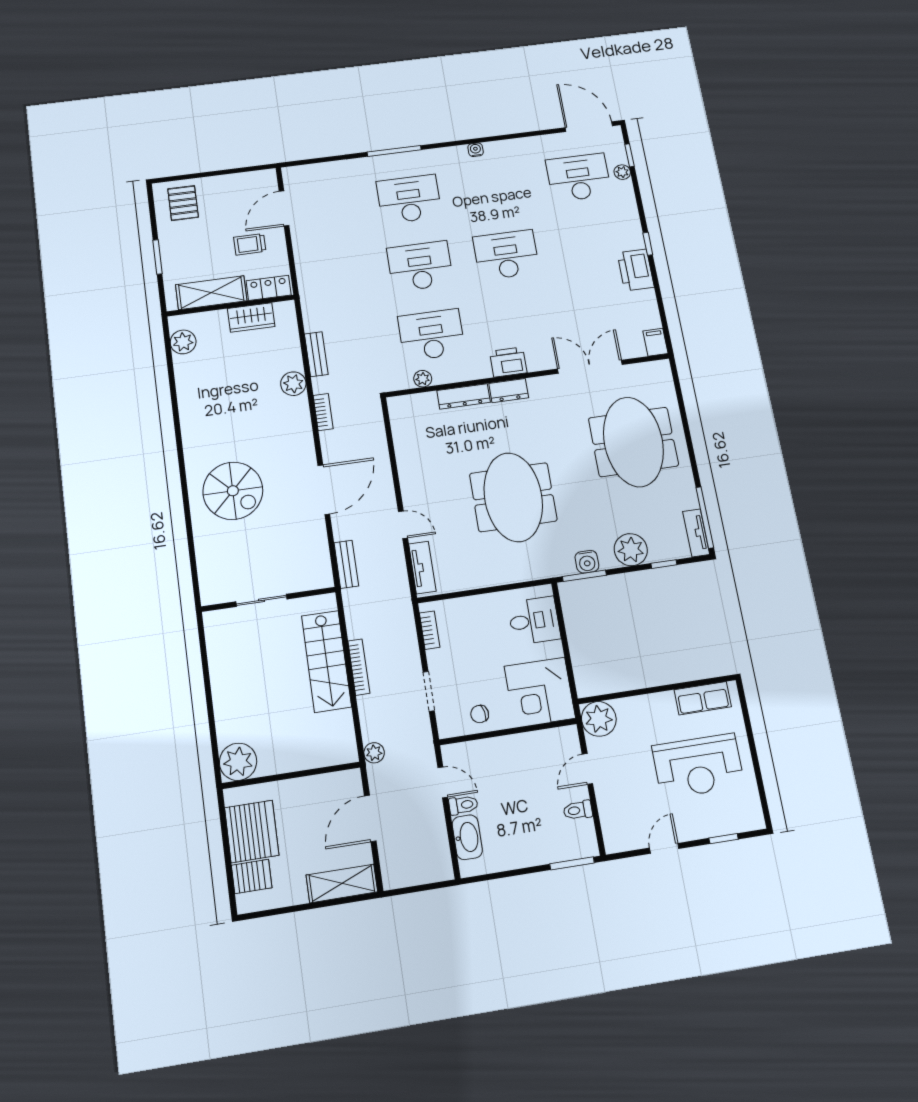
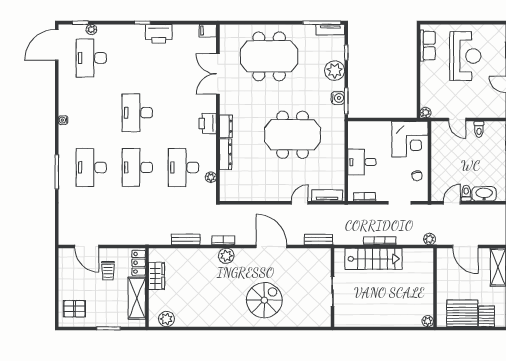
plant: (293, 384) -> (226, 256), moved
desk: (534, 621) -> (362, 162), moved, turned -90
plant: (599, 719) -> (426, 113), width x0.53, depth x0.53
plant: (238, 762) -> (428, 321), width x0.53, depth x0.53

